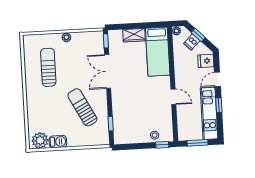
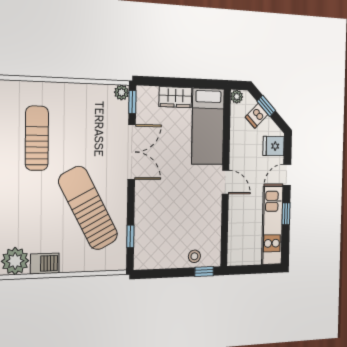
plant: (66, 37) -> (122, 92), moved
double door: (108, 71) -> (132, 152), swing flipped
door: (173, 97) -> (226, 182), moved
sun lounger: (82, 107) -> (88, 208), width x1.36, depth x1.34
window: (197, 143) -> (253, 269), removed

